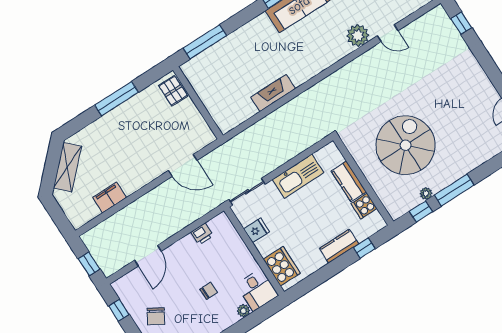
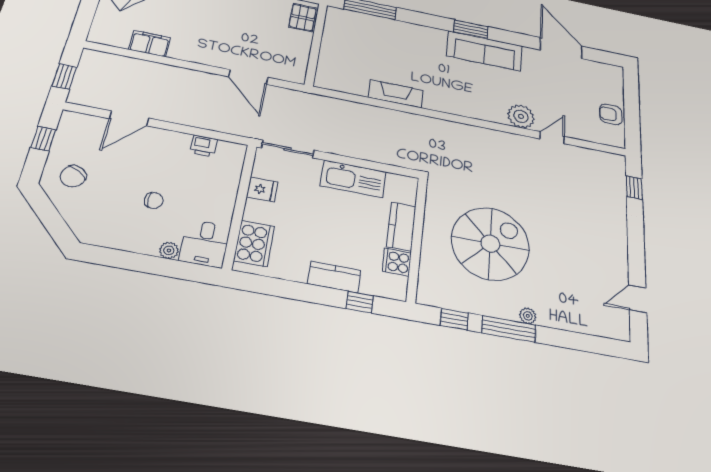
door: (388, 33) -> (552, 138), swing flipped
plant: (426, 193) -> (528, 316), moved

